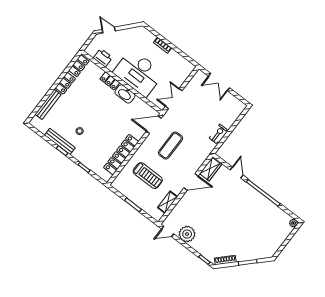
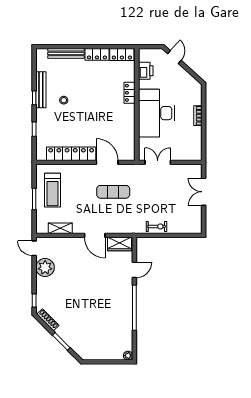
washbasin: (125, 94) -> (128, 115), removed
door: (154, 125) -> (107, 162), moved
treadmill: (148, 176) -> (52, 190), moved

